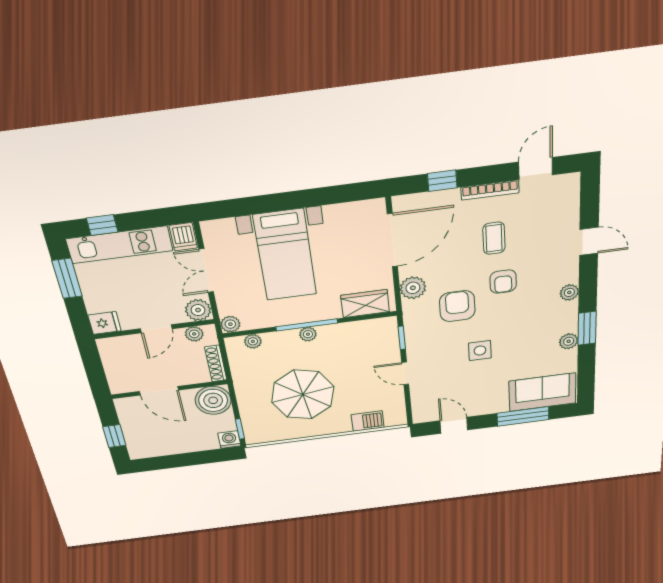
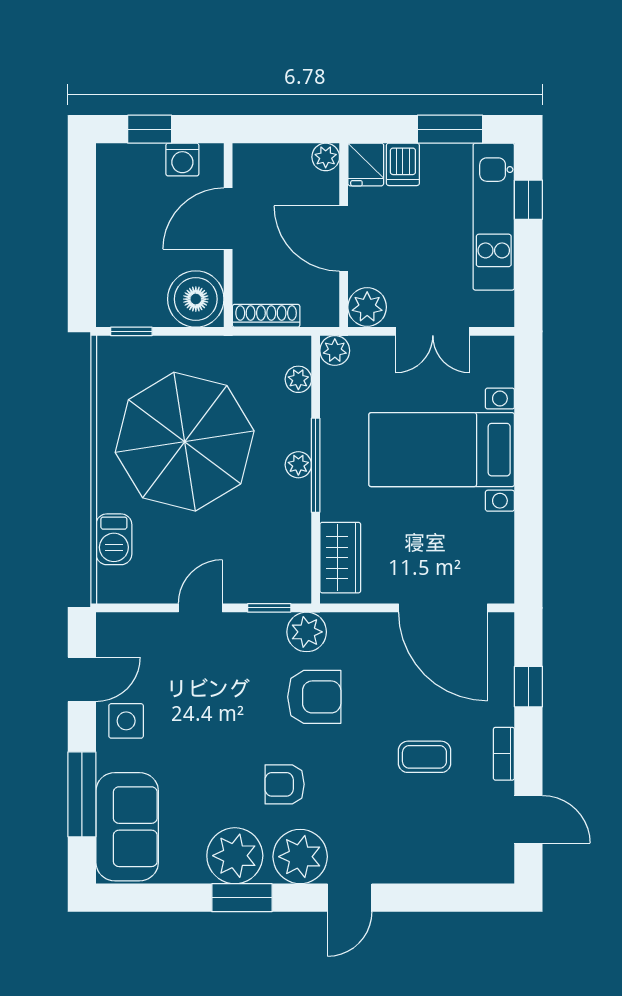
bookcase: (490, 190) -> (504, 754), width x0.64
dishwasher: (183, 237) -> (403, 164), moved, turned -90
door: (589, 241) -> (350, 898), moved
double door: (206, 271) -> (433, 331), swing flipped
armchair: (503, 282) -> (285, 784), moved
plant: (413, 288) -> (307, 632), moved
plant: (569, 292) -> (300, 857), width x1.87, depth x1.87
door: (156, 329) -> (344, 239), width x1.38
plant: (194, 334) -> (326, 157), moved
plant: (569, 341) -> (235, 856), width x1.88, depth x1.88
side table: (480, 351) -> (126, 721), moved
parasol: (303, 394) -> (185, 442), width x1.36, depth x1.36
washing machine: (229, 440) -> (182, 160), moved, turned 90

